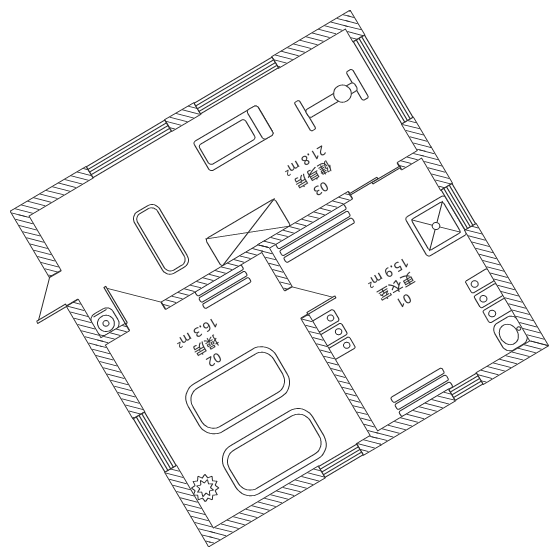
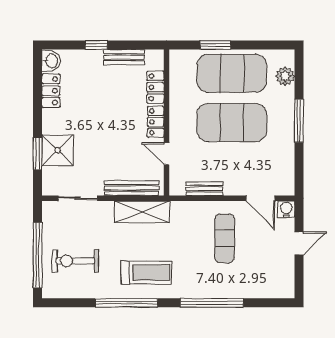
shelving: (248, 233) -> (142, 212), moved
locker: (360, 378) -> (155, 87), added
window: (341, 461) -> (215, 45), moved

